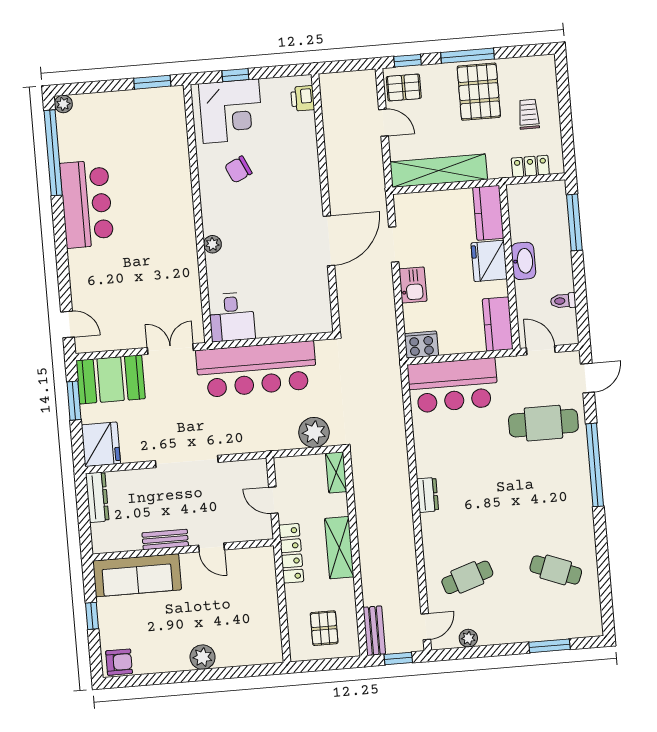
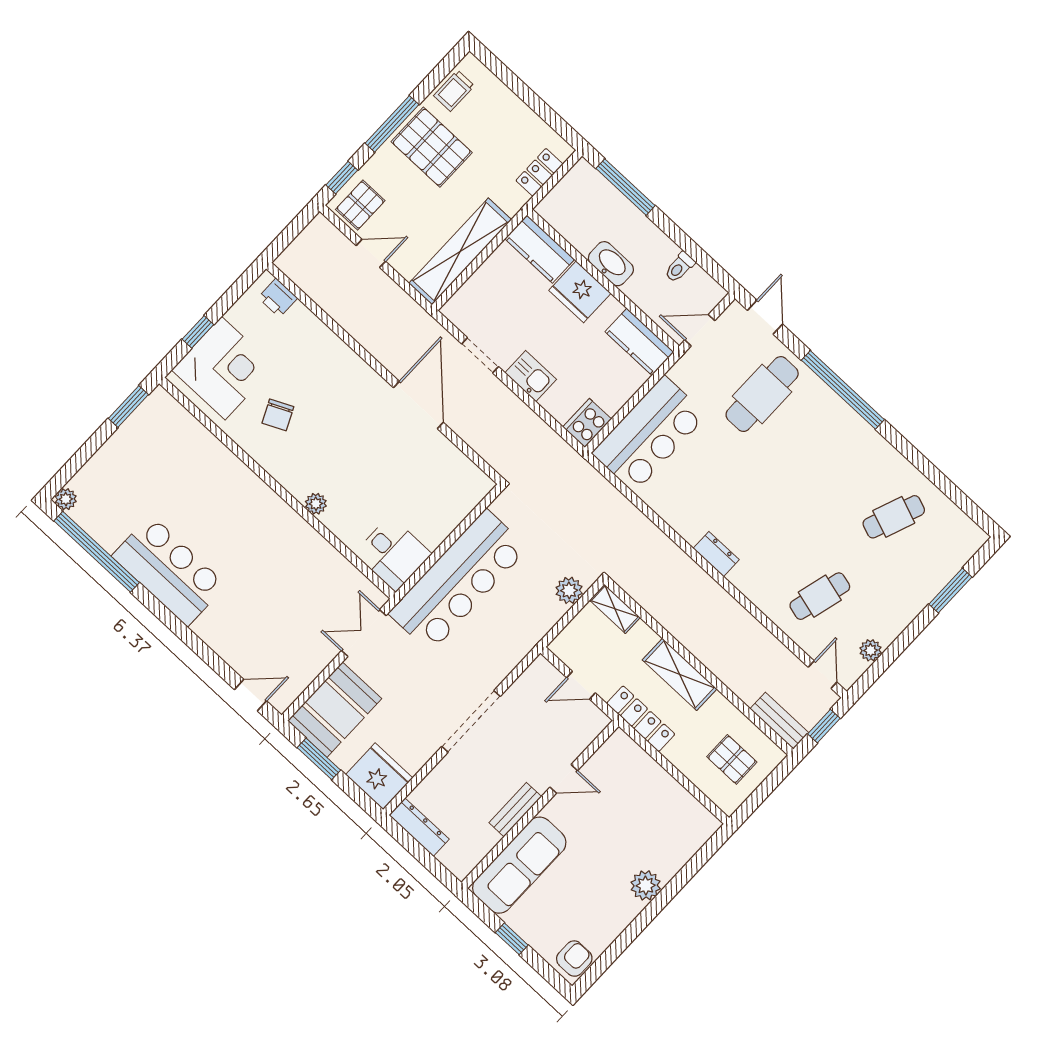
trolley: (529, 114) -> (454, 91), moved, turned -90
plant: (314, 432) -> (569, 590), width x0.73, depth x0.73
cafe table: (467, 577) -> (820, 596), turned 33

